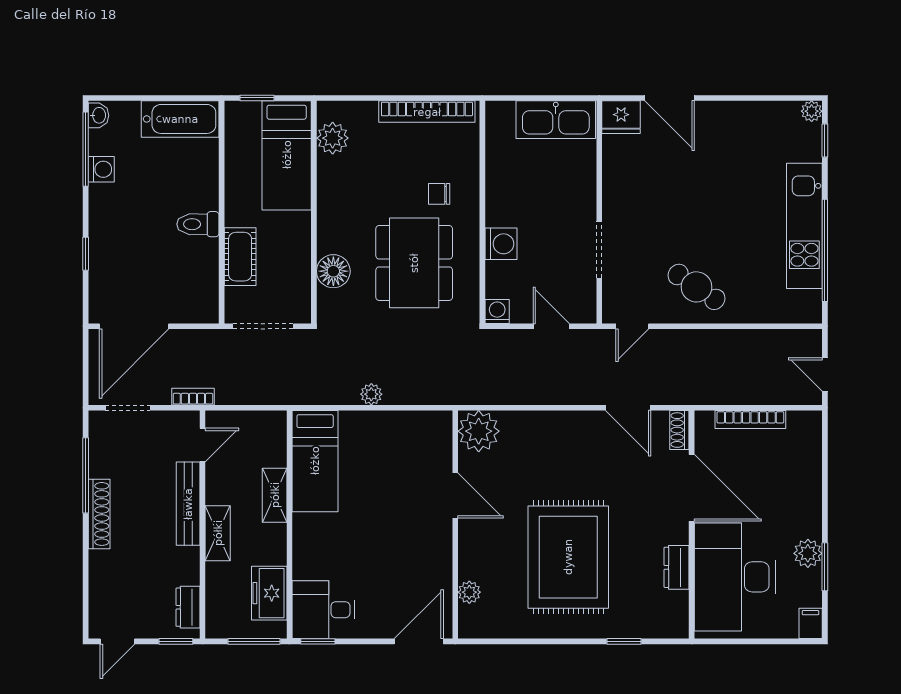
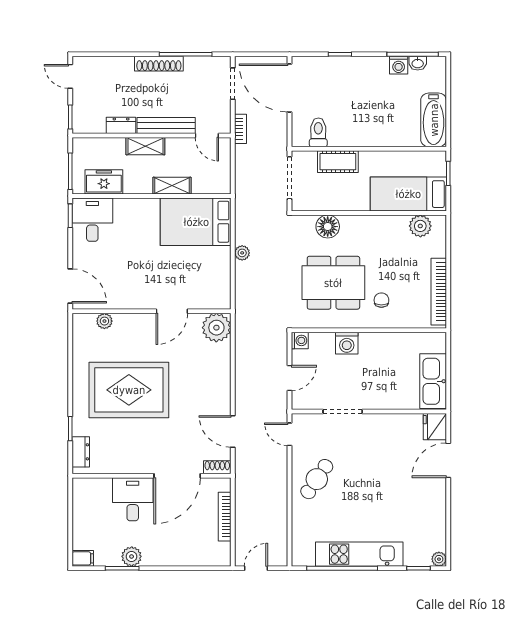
washbasin: (98, 115) -> (418, 63), moved
toilet: (198, 224) -> (318, 132), moved
door: (628, 408) -> (233, 432), hinge flipped
bed: (315, 461) -> (196, 222), width x1.50
dresser: (677, 567) -> (81, 452), moved, turned 90
desk: (735, 577) -> (133, 499), width x0.53, depth x0.77
dresser: (188, 607) -> (121, 125), moved

